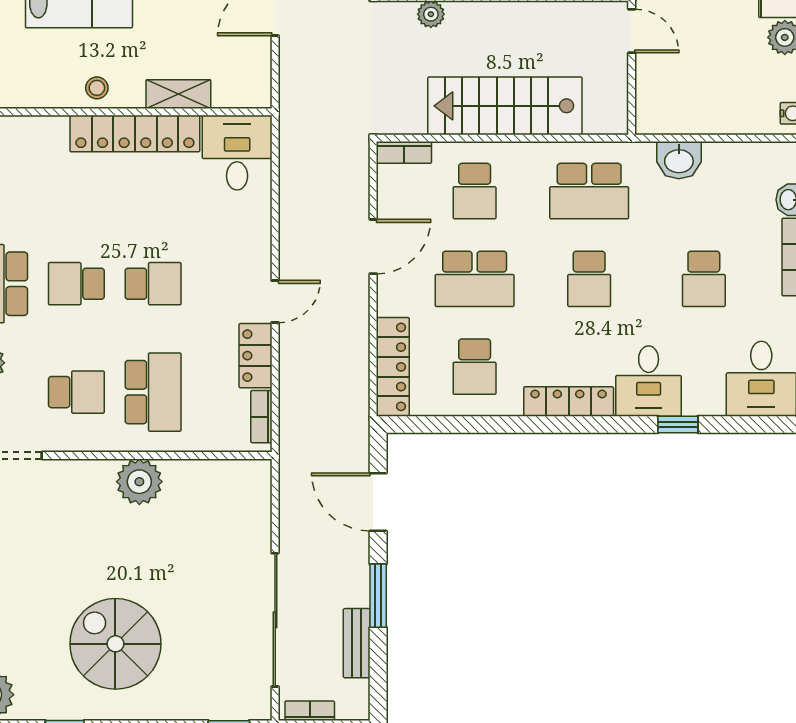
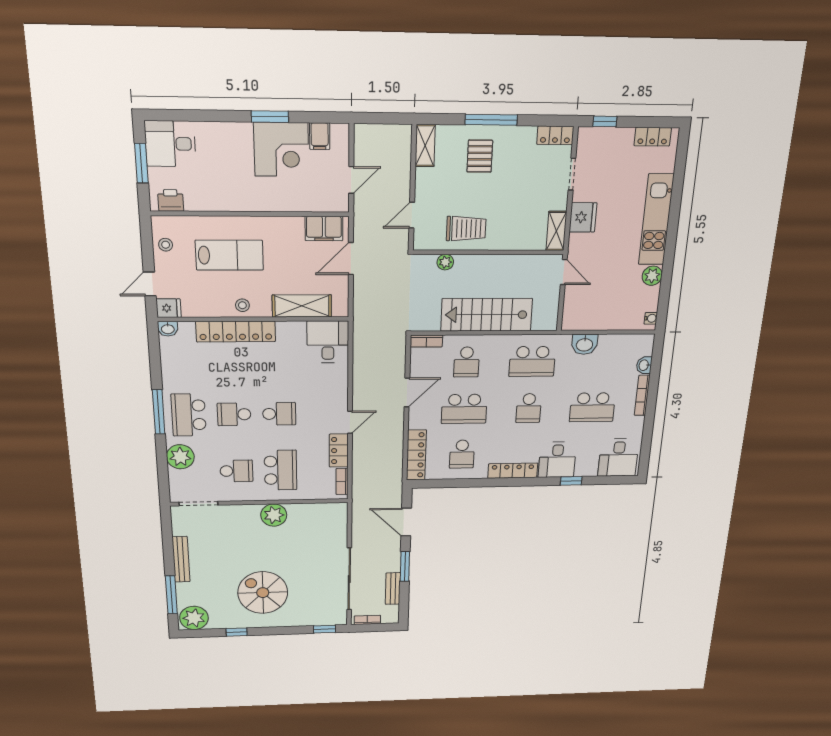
shelving: (178, 94) -> (302, 306), width x1.50, depth x1.33
locker: (135, 134) -> (236, 332), moved
school desk: (704, 279) -> (592, 407), width x1.85

